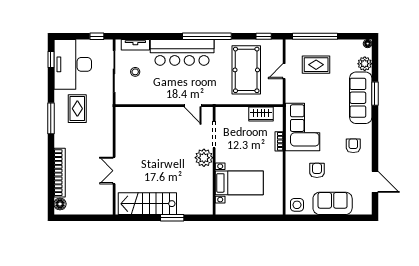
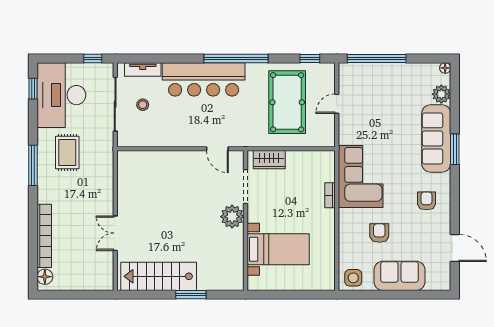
rug: (316, 65) -> (378, 95), removed
window: (375, 94) -> (455, 149), moved
wardrobe: (261, 114) -> (269, 160), moved

